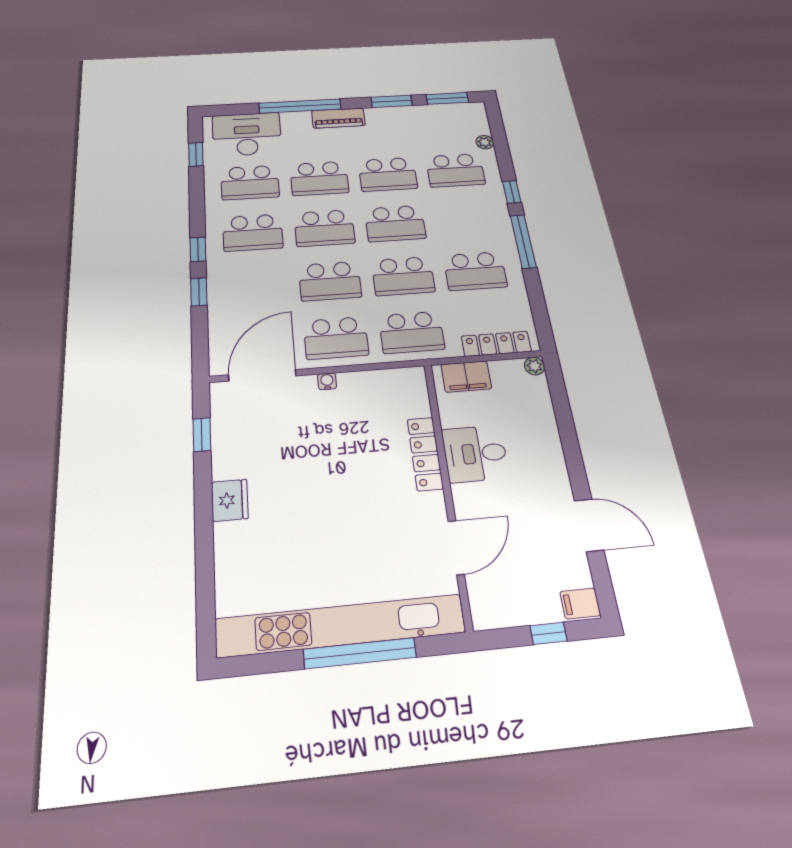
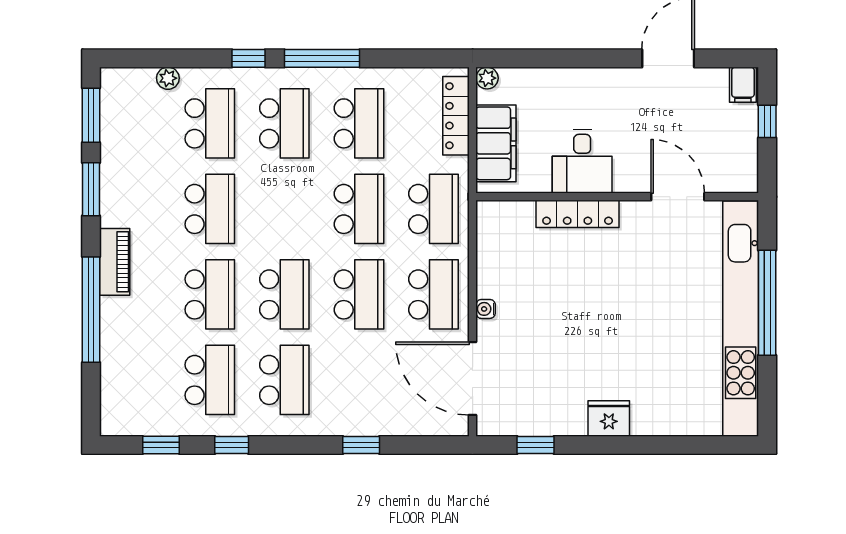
desk: (247, 134) -> (133, 380), removed
school desk: (395, 223) -> (284, 123), moved
window: (198, 249) -> (232, 445), moved
filing cabinet: (466, 377) -> (496, 143), width x1.50, depth x1.17

